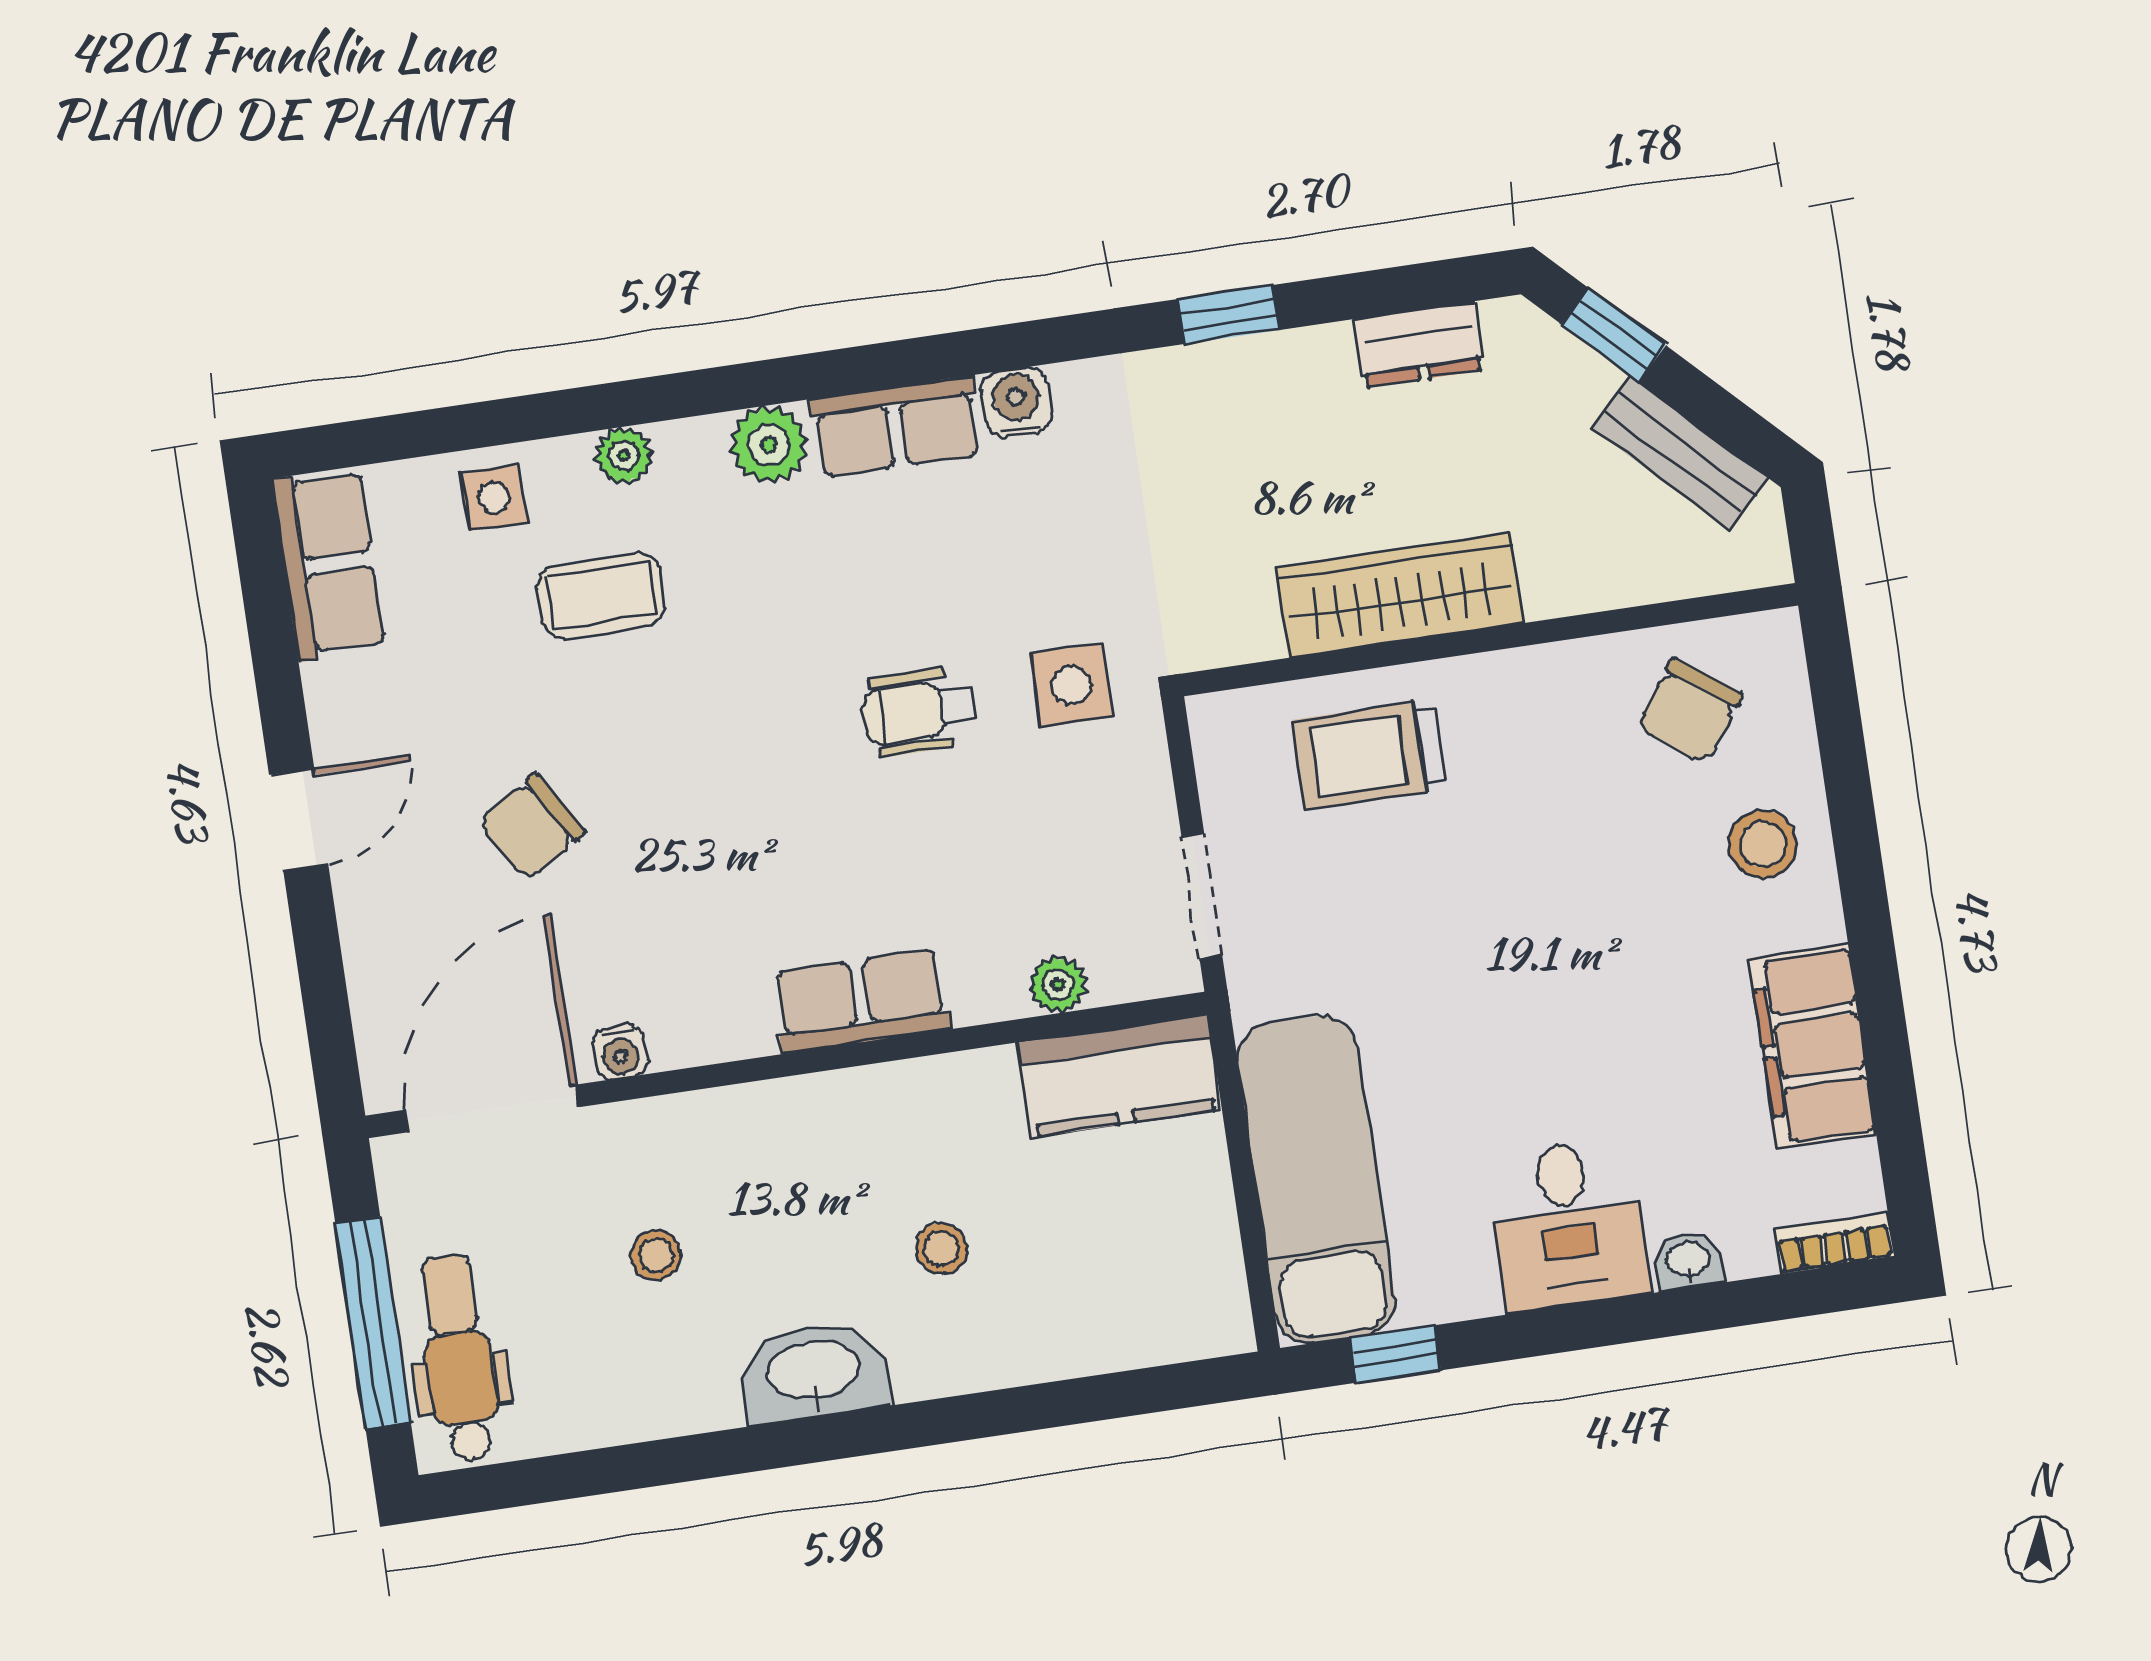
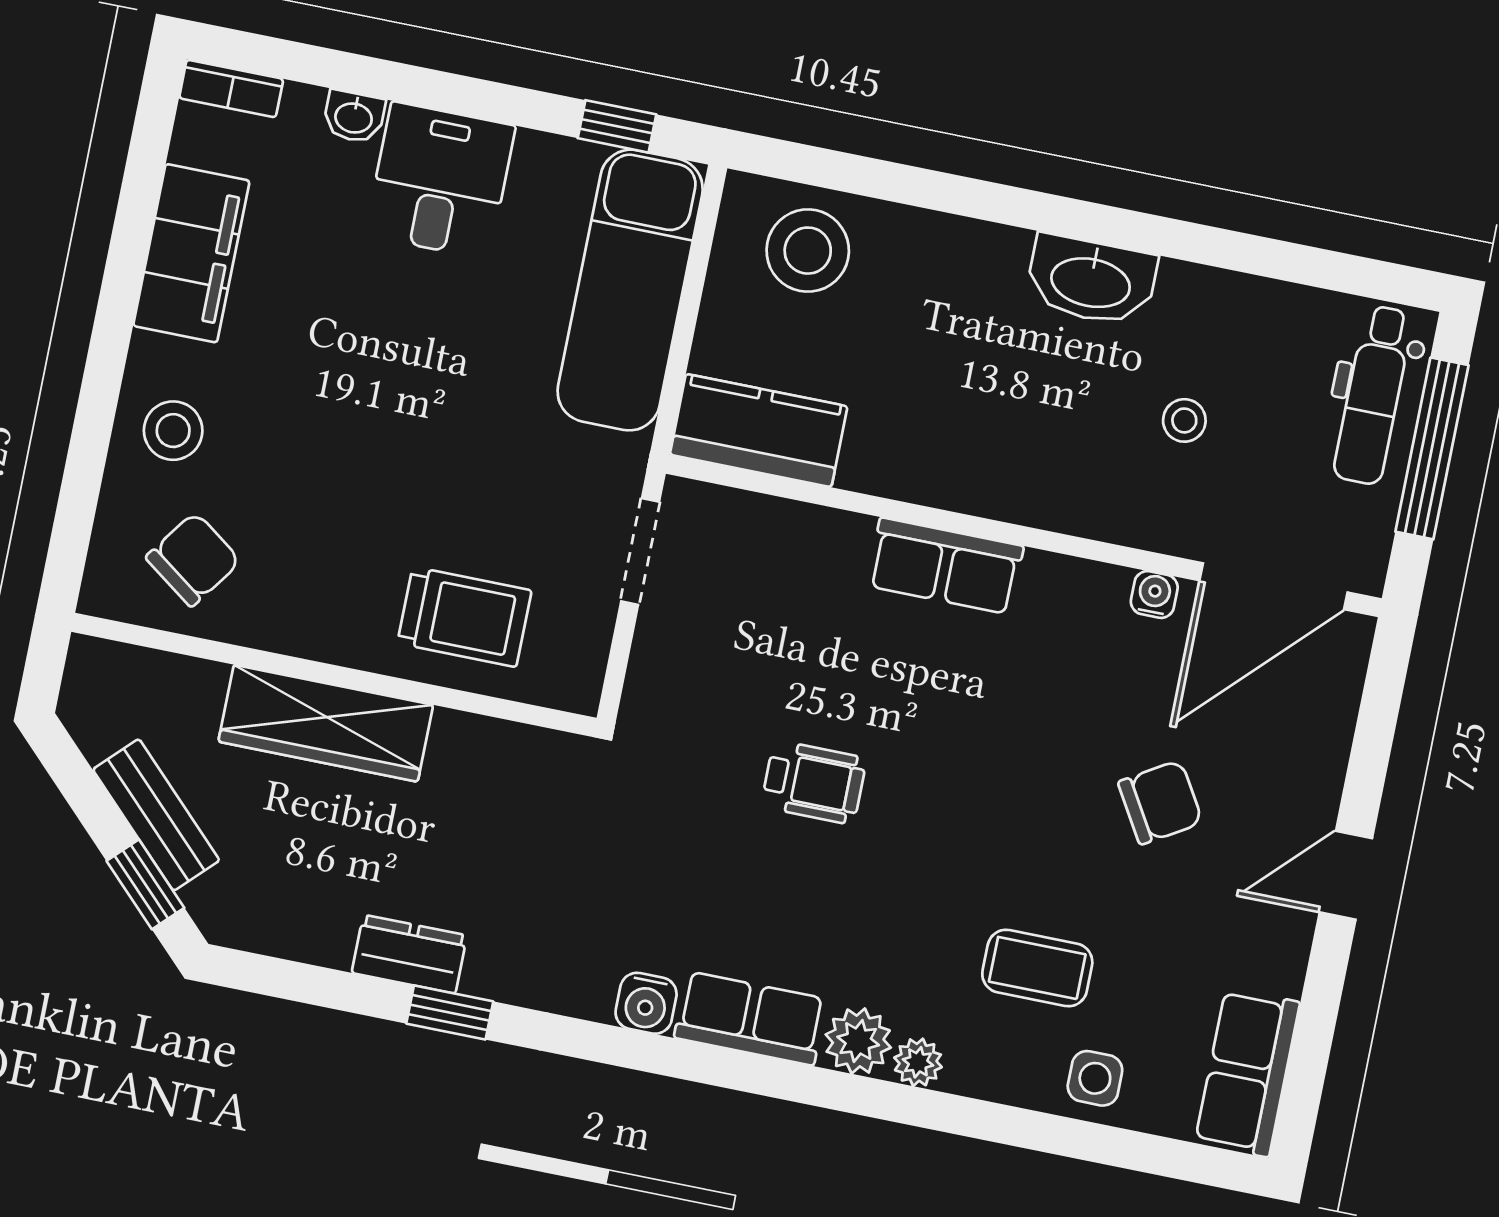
dresser: (1419, 344) -> (409, 954), moved
bench: (1680, 453) -> (156, 815), moved
plant: (624, 455) -> (918, 1062), moved
wardrobe: (1400, 595) -> (326, 723), moved
side table: (1072, 685) -> (684, 759), removed
plant: (1058, 985) -> (782, 522), removed
stool: (941, 1248) -> (808, 251), moved, width x1.89, depth x1.89

